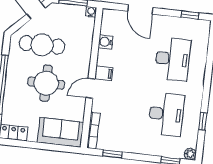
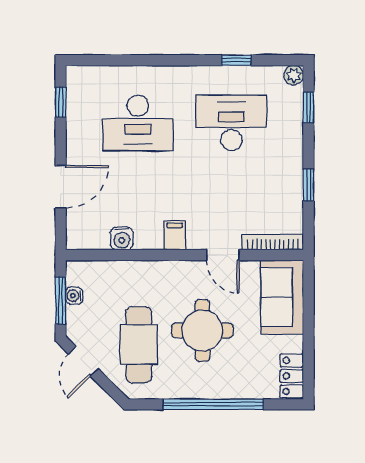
water cooler: (91, 12) -> (74, 296), moved
desk: (173, 59) -> (138, 123), turned 180
door: (90, 88) -> (223, 255), moved
window: (112, 154) -> (309, 185), moved

